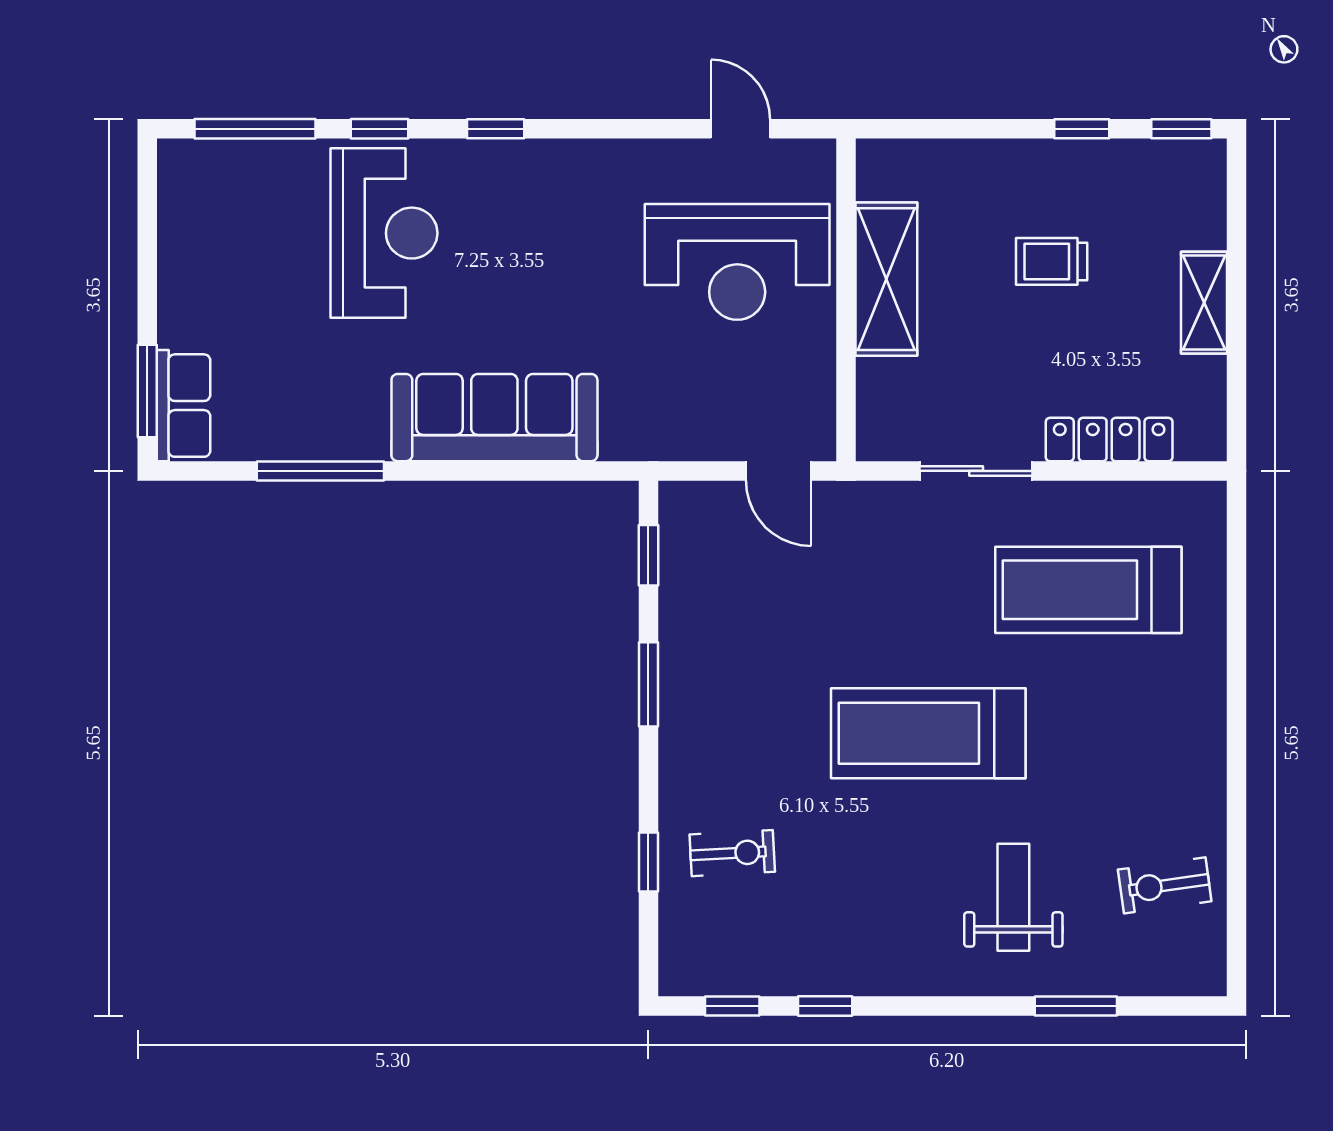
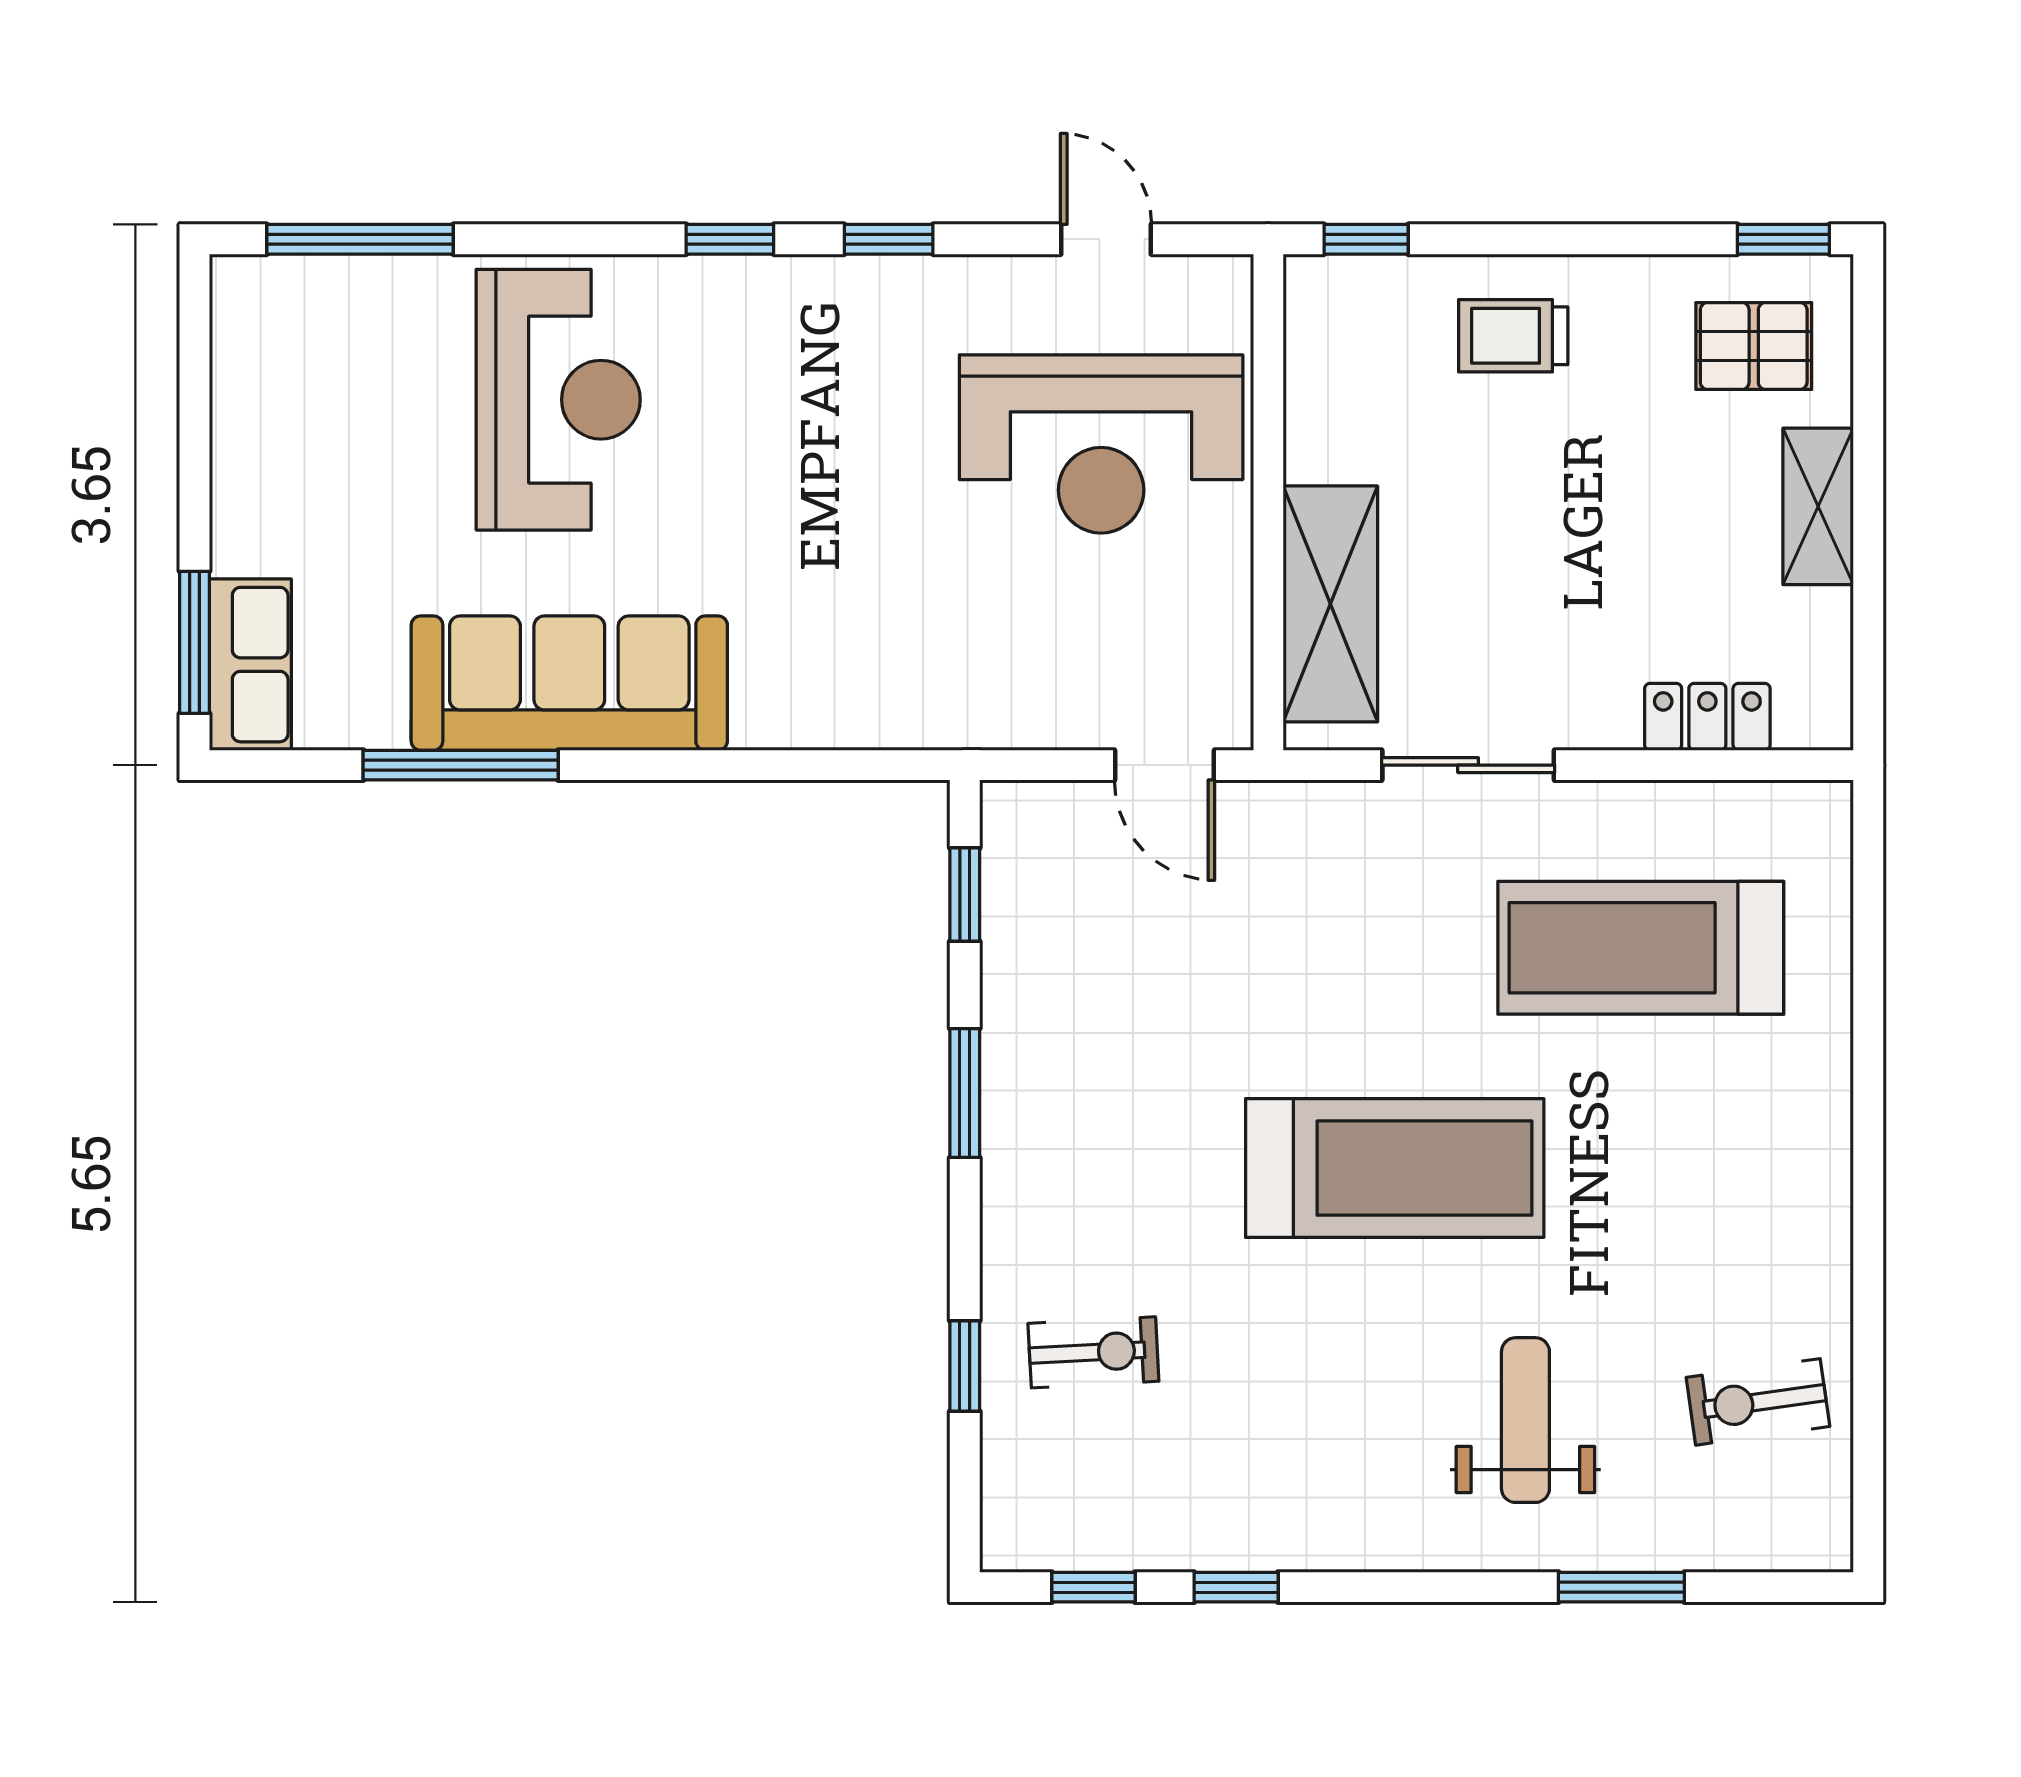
window: (380, 129) -> (889, 239), moved
window: (1082, 129) -> (1366, 239), moved
pallet: (1162, 198) -> (1754, 346), added
trolley: (1052, 261) -> (1513, 336), moved
shelving: (886, 279) -> (1330, 604), moved
sofa: (494, 418) -> (569, 683), moved
locker: (1109, 440) -> (1707, 717), width x0.66
treadmill: (928, 733) -> (1395, 1168), turned 180

